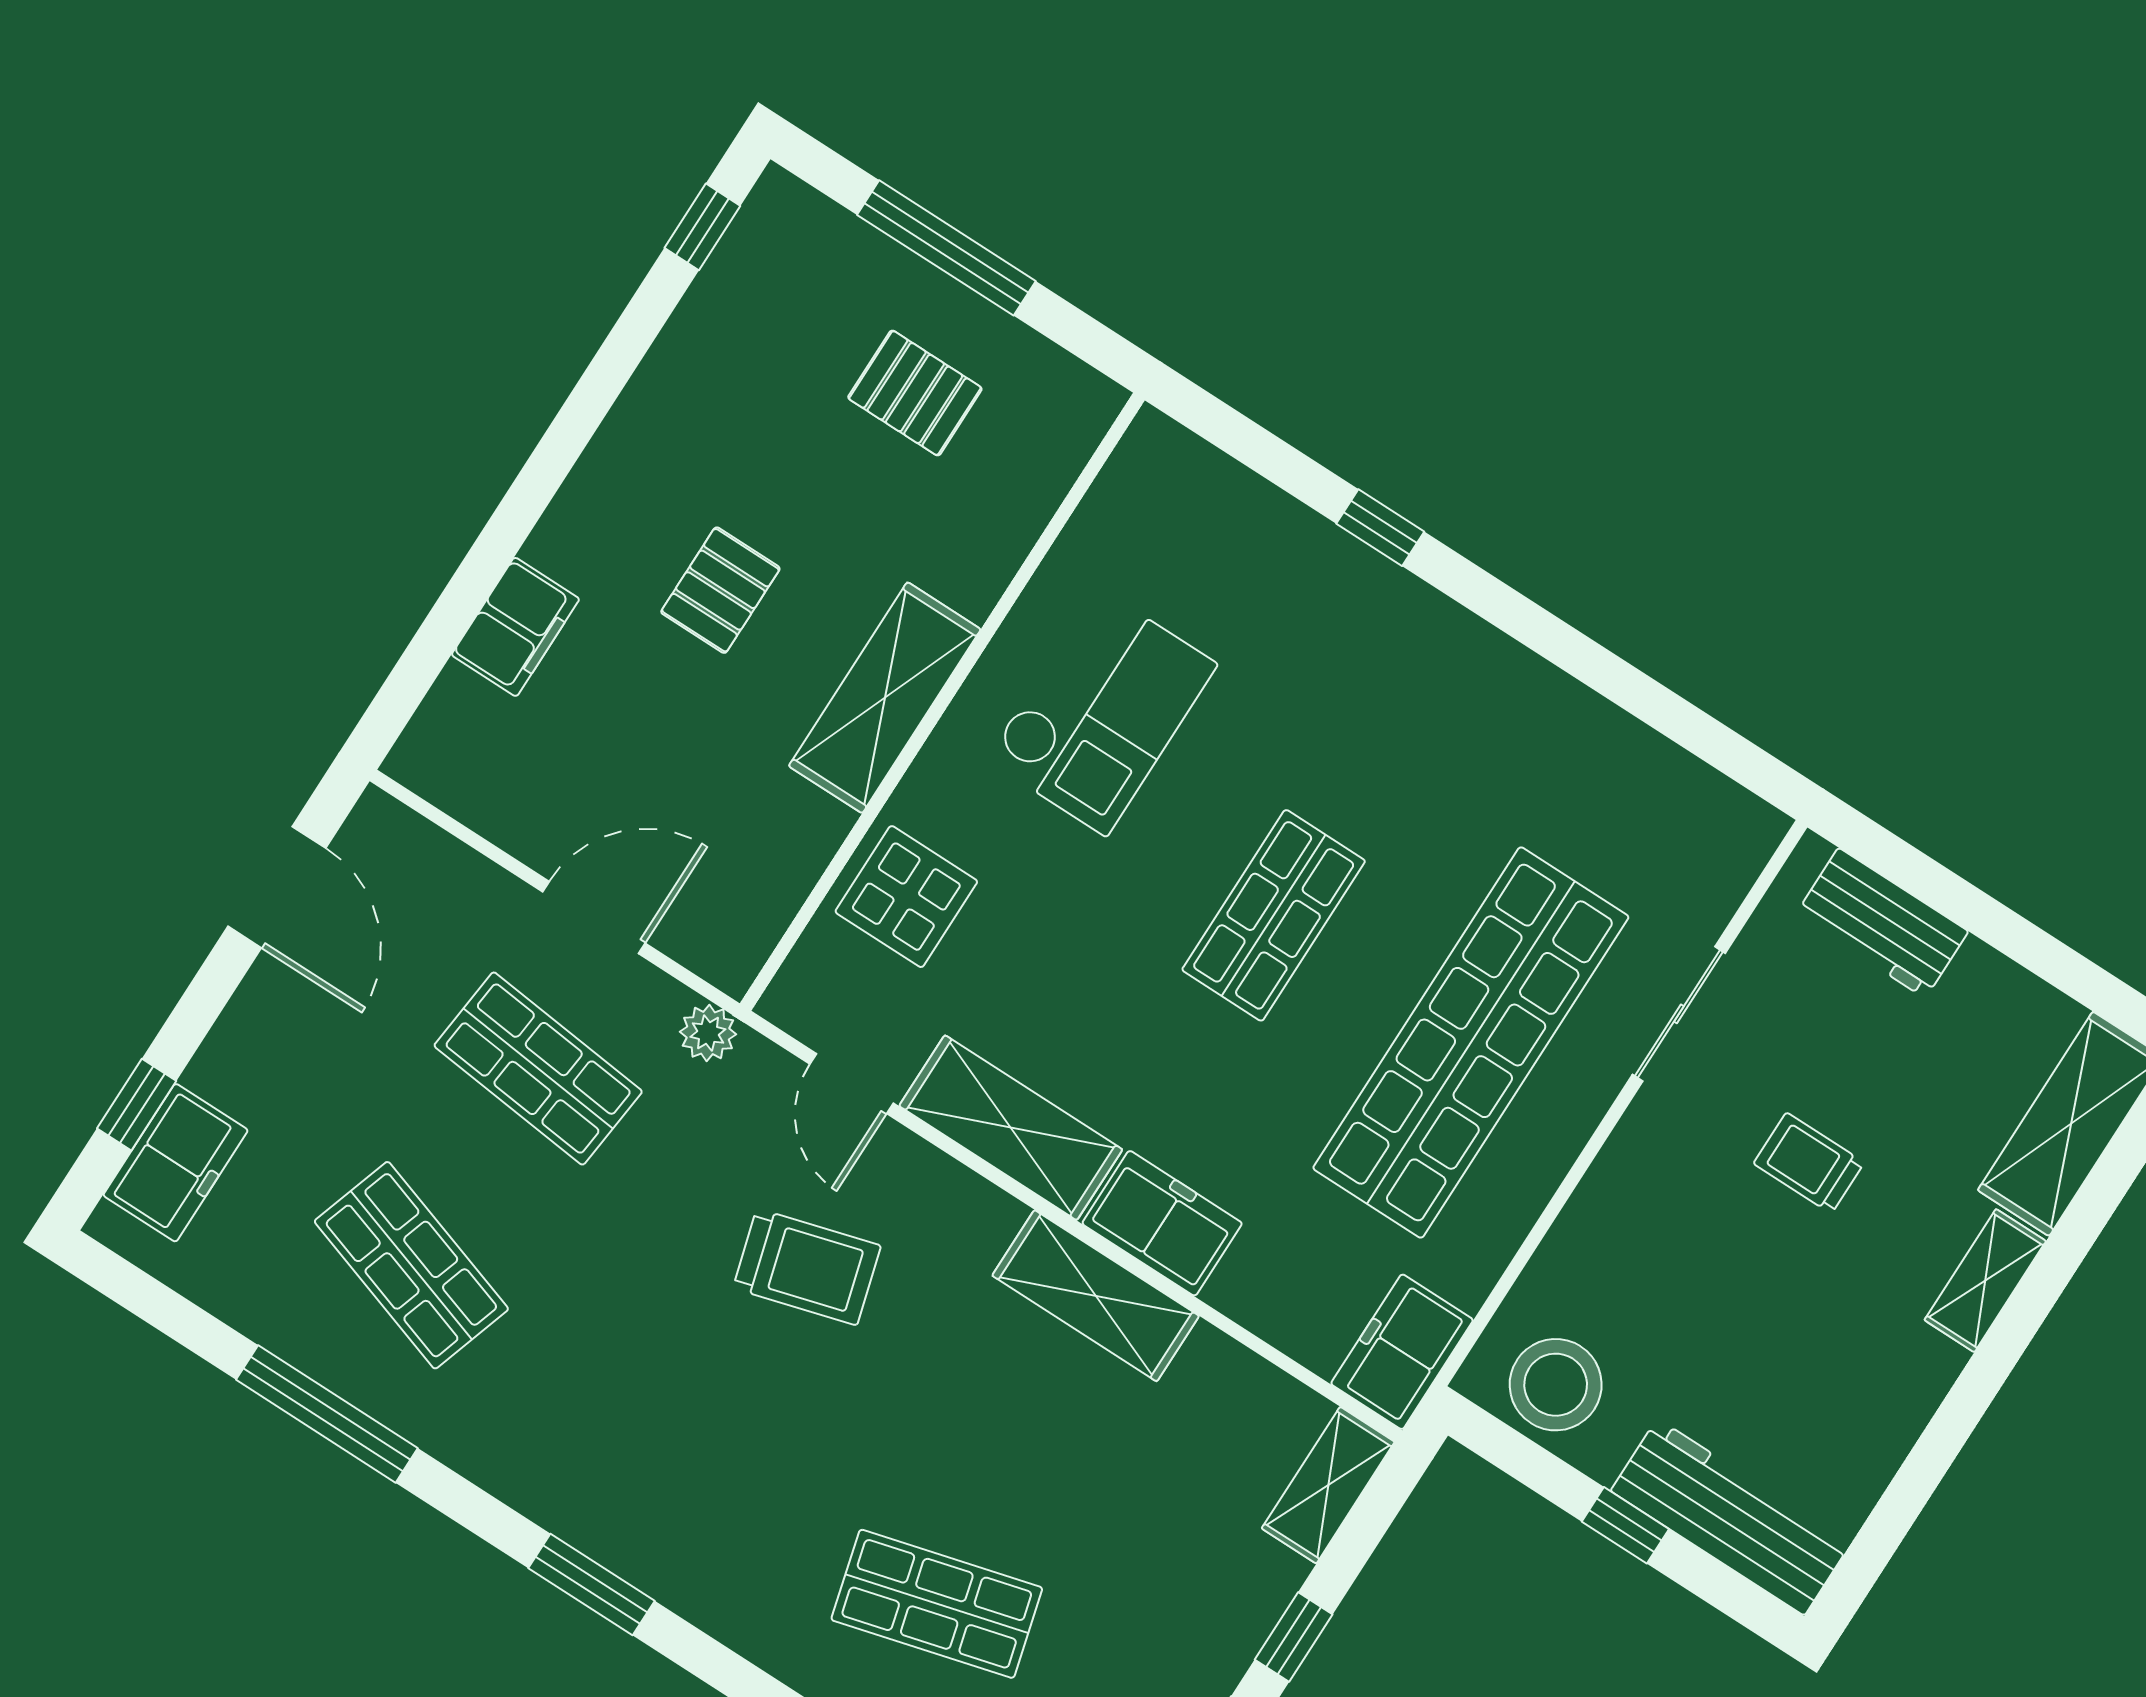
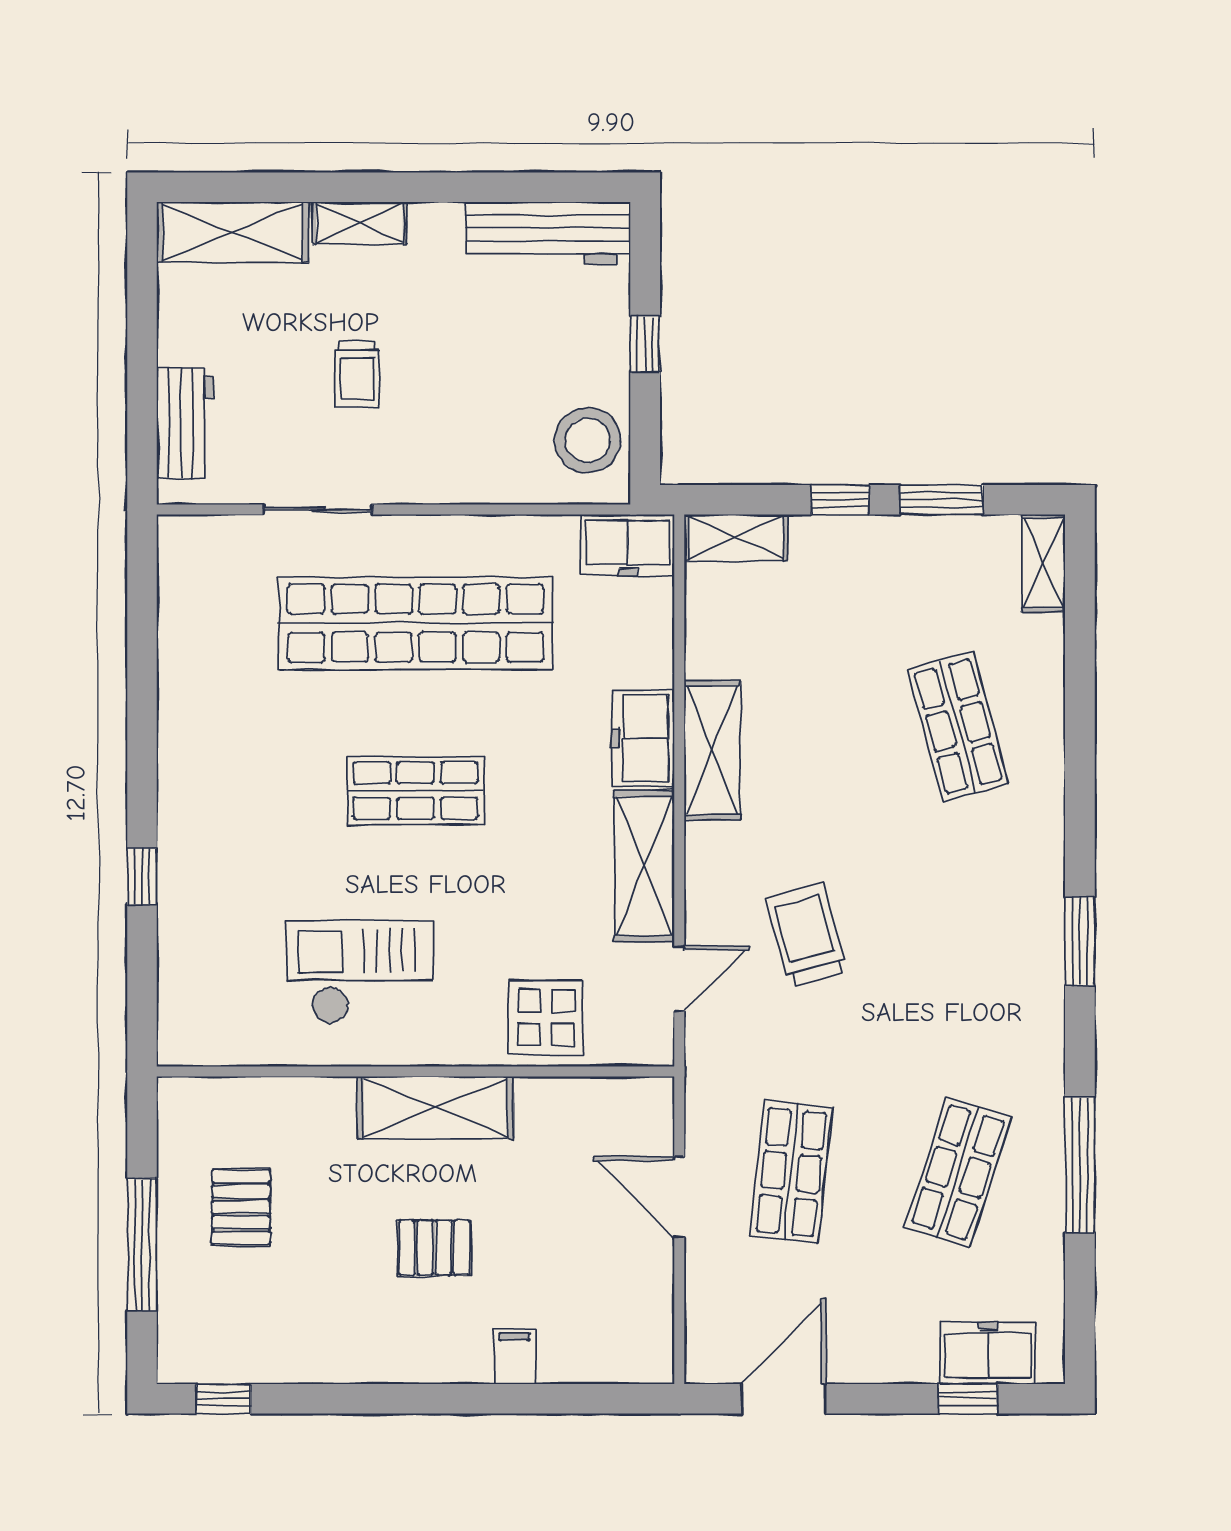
filing cabinet: (515, 627) -> (515, 1356), width x0.50
plant: (708, 1033) -> (704, 1084), removed
workbench: (1731, 1517) -> (548, 233), moved, turned -90

